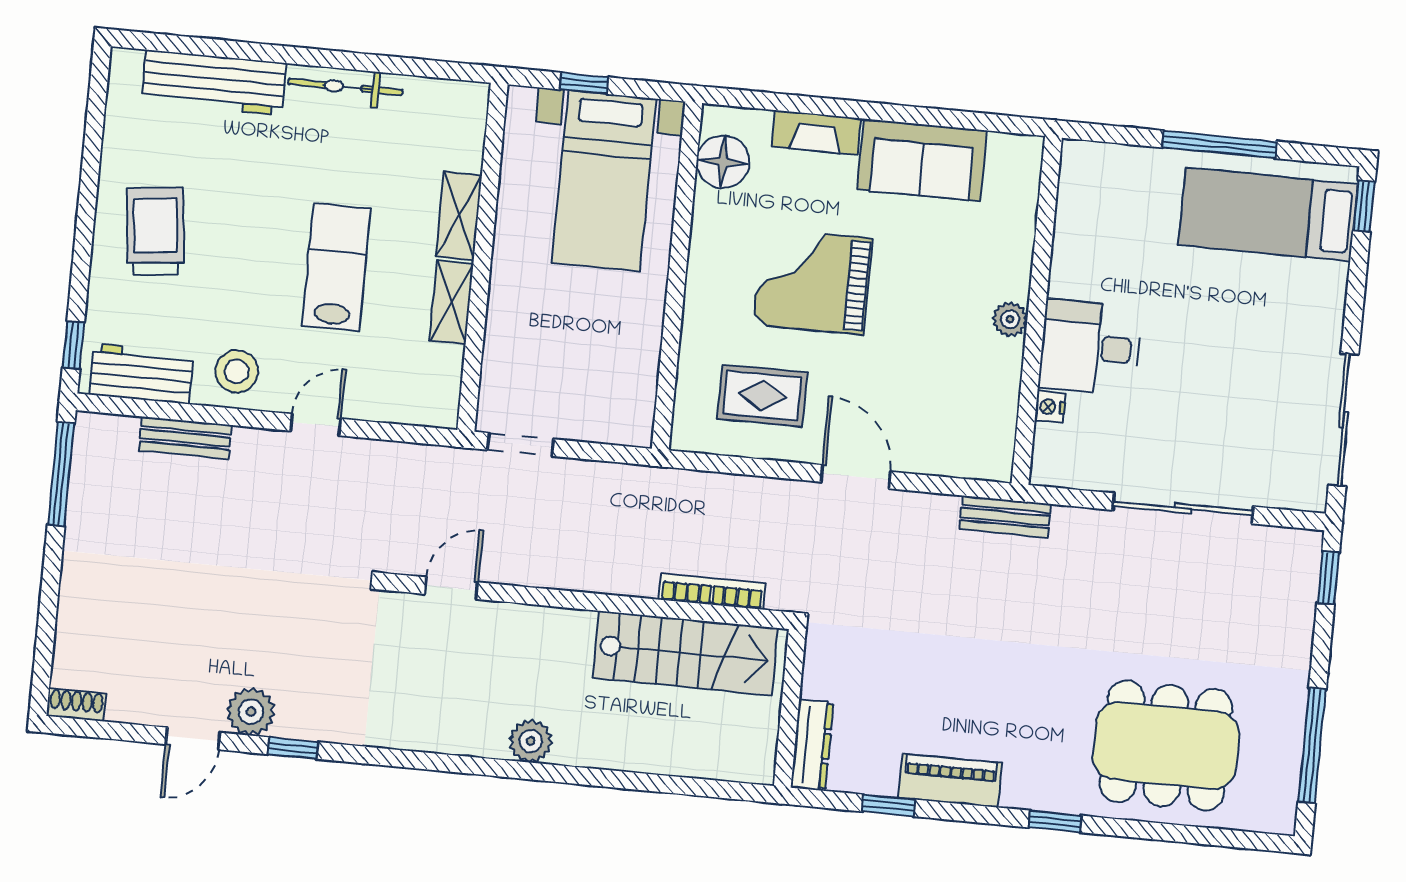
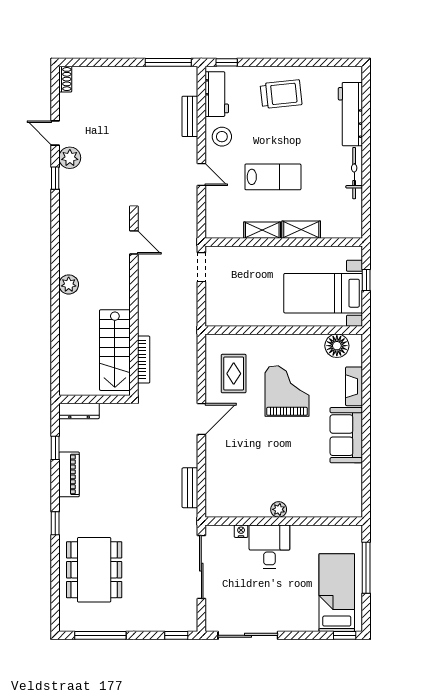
wall: (1037, 311) -> (284, 521), moved
plant: (1010, 319) -> (279, 509), moved
desk: (1090, 347) -> (269, 547), moved
nightstand: (1050, 407) -> (241, 531), moved

